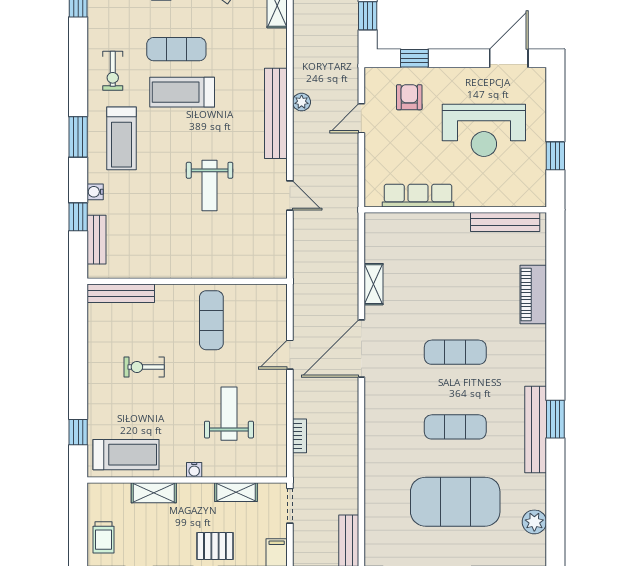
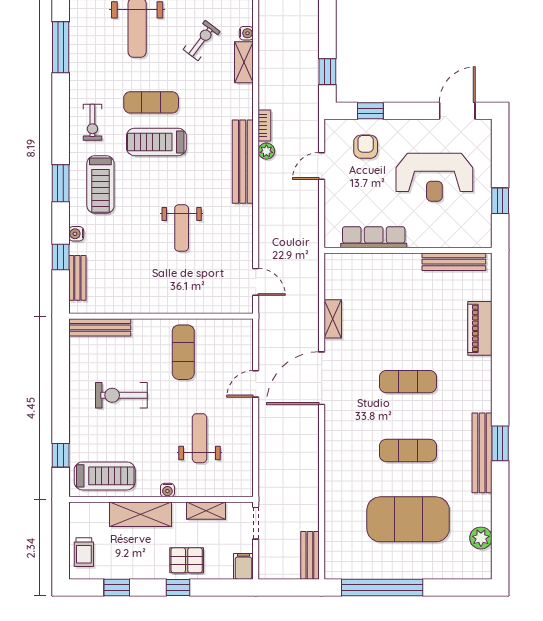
door: (290, 196) -> (256, 282), moved
exercise bike: (144, 367) -> (121, 395), width x1.38, depth x1.39
bookcase: (299, 436) -> (264, 126), moved
shelving: (154, 493) -> (140, 514), width x1.50, depth x1.33

